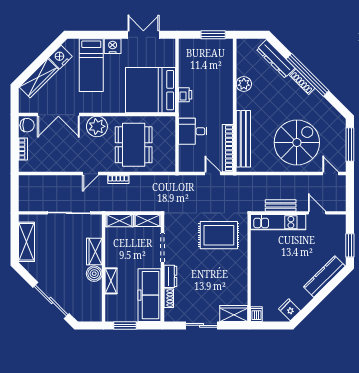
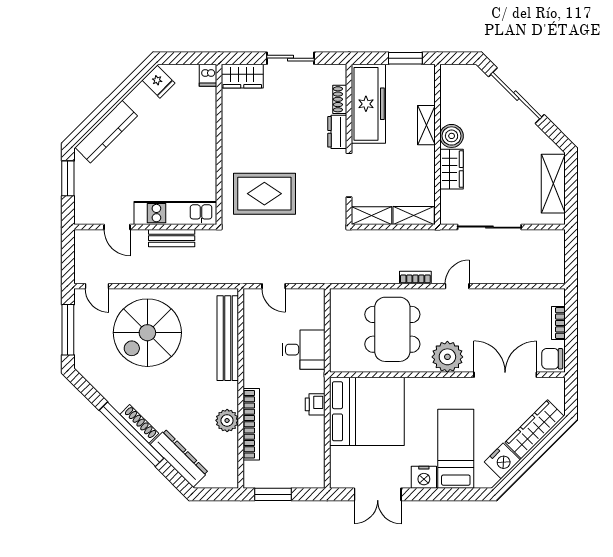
bookcase: (228, 148) -> (251, 424), moved

